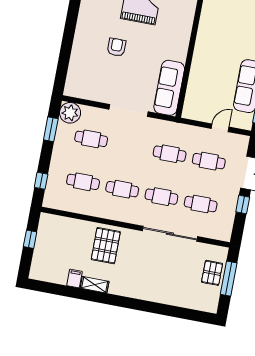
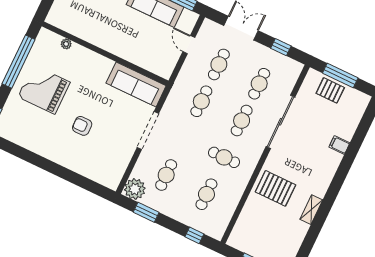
plant: (190, 12) -> (66, 44), added
cafe table: (122, 189) -> (224, 157), turned 90
window: (243, 204) -> (281, 47), moved
filing cabinet: (75, 278) -> (339, 145), moved

